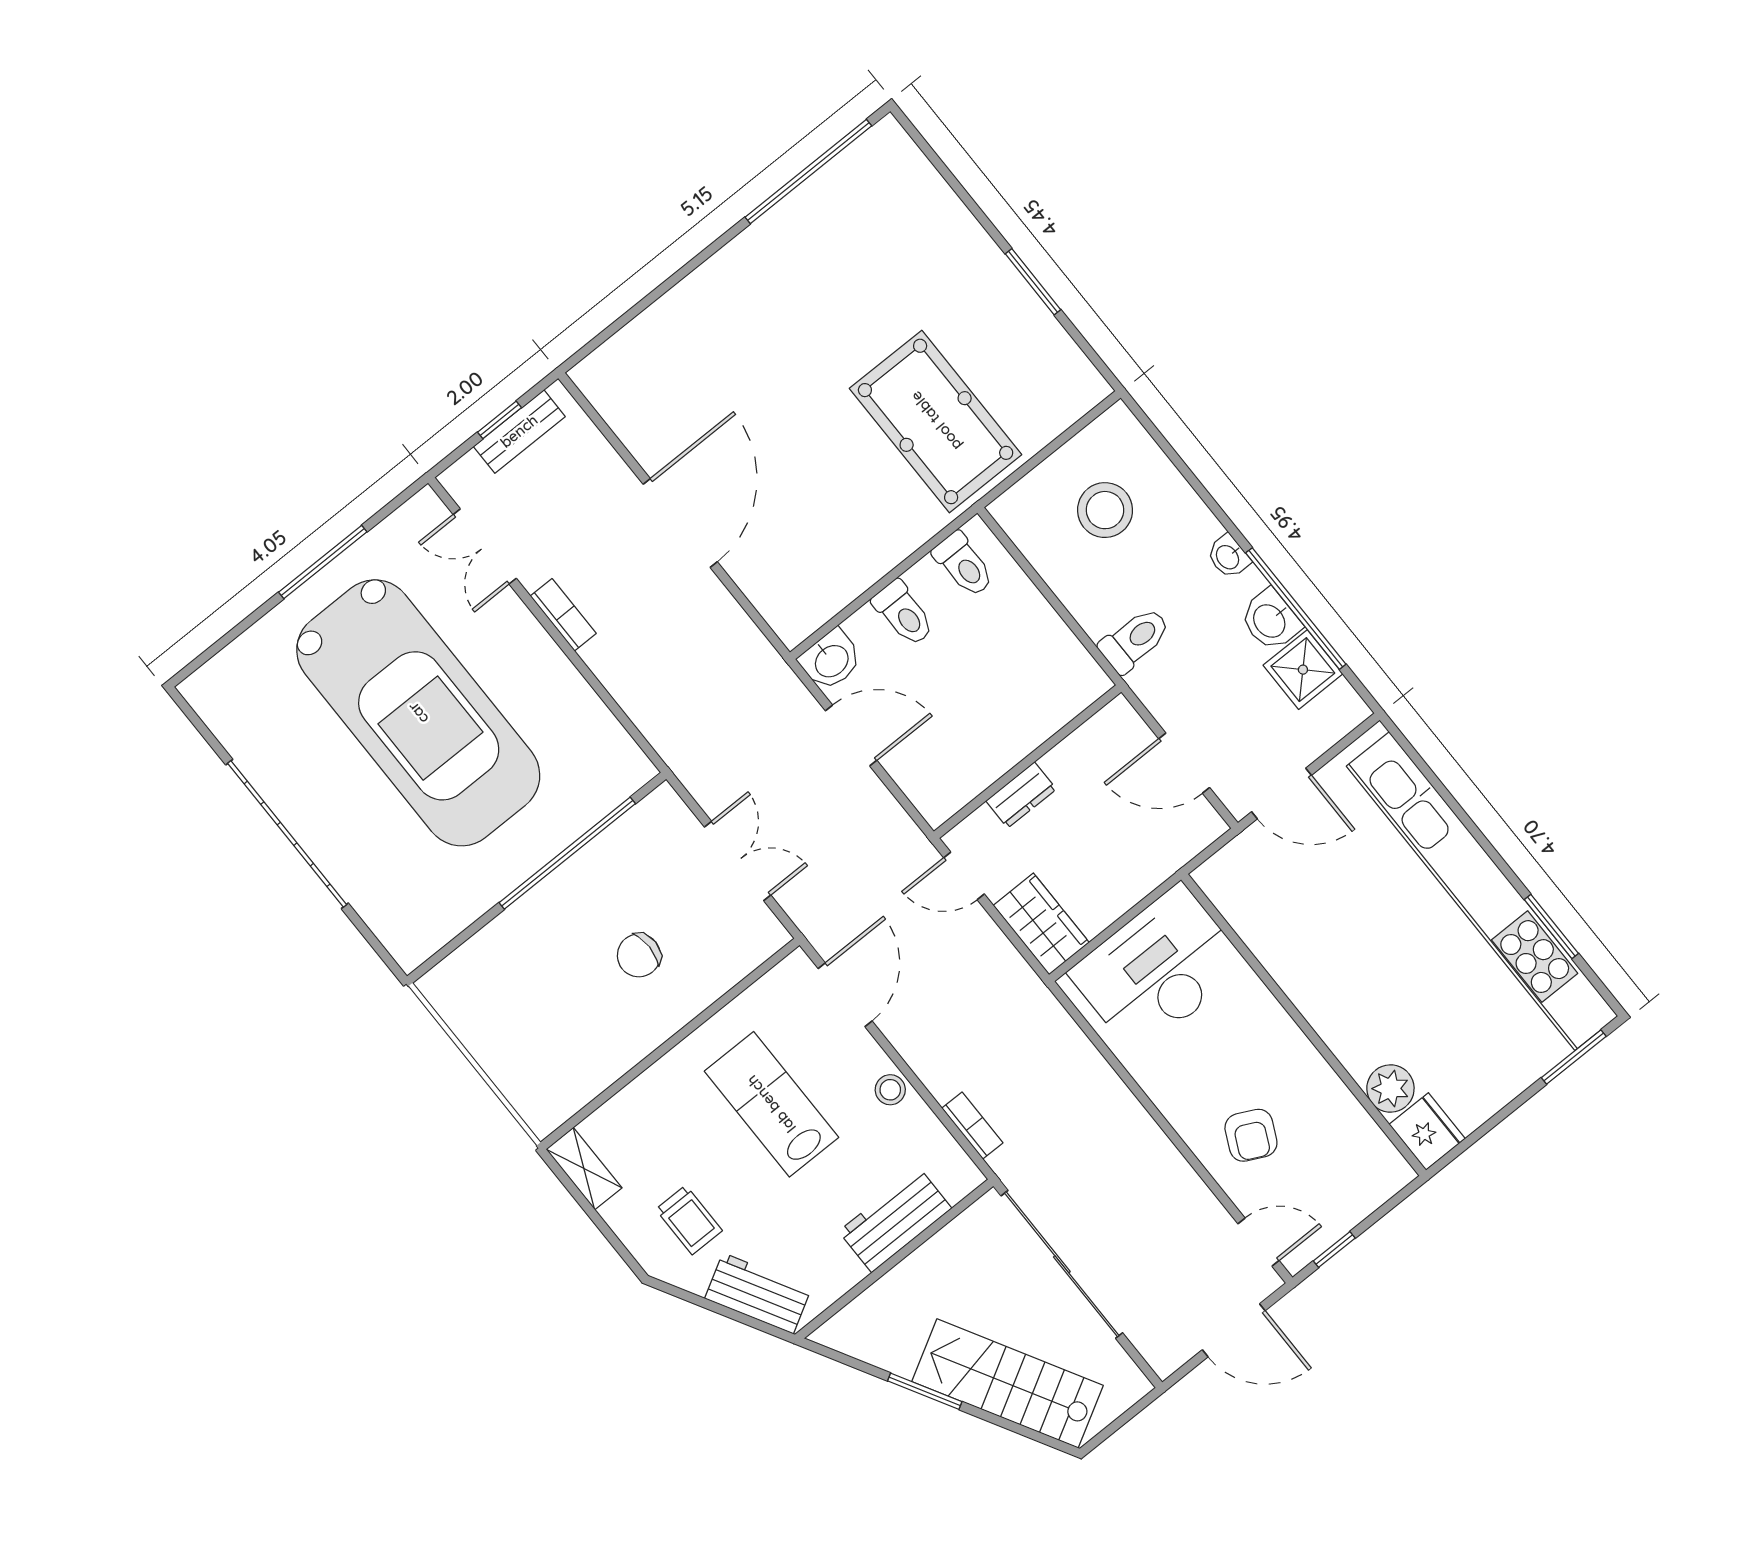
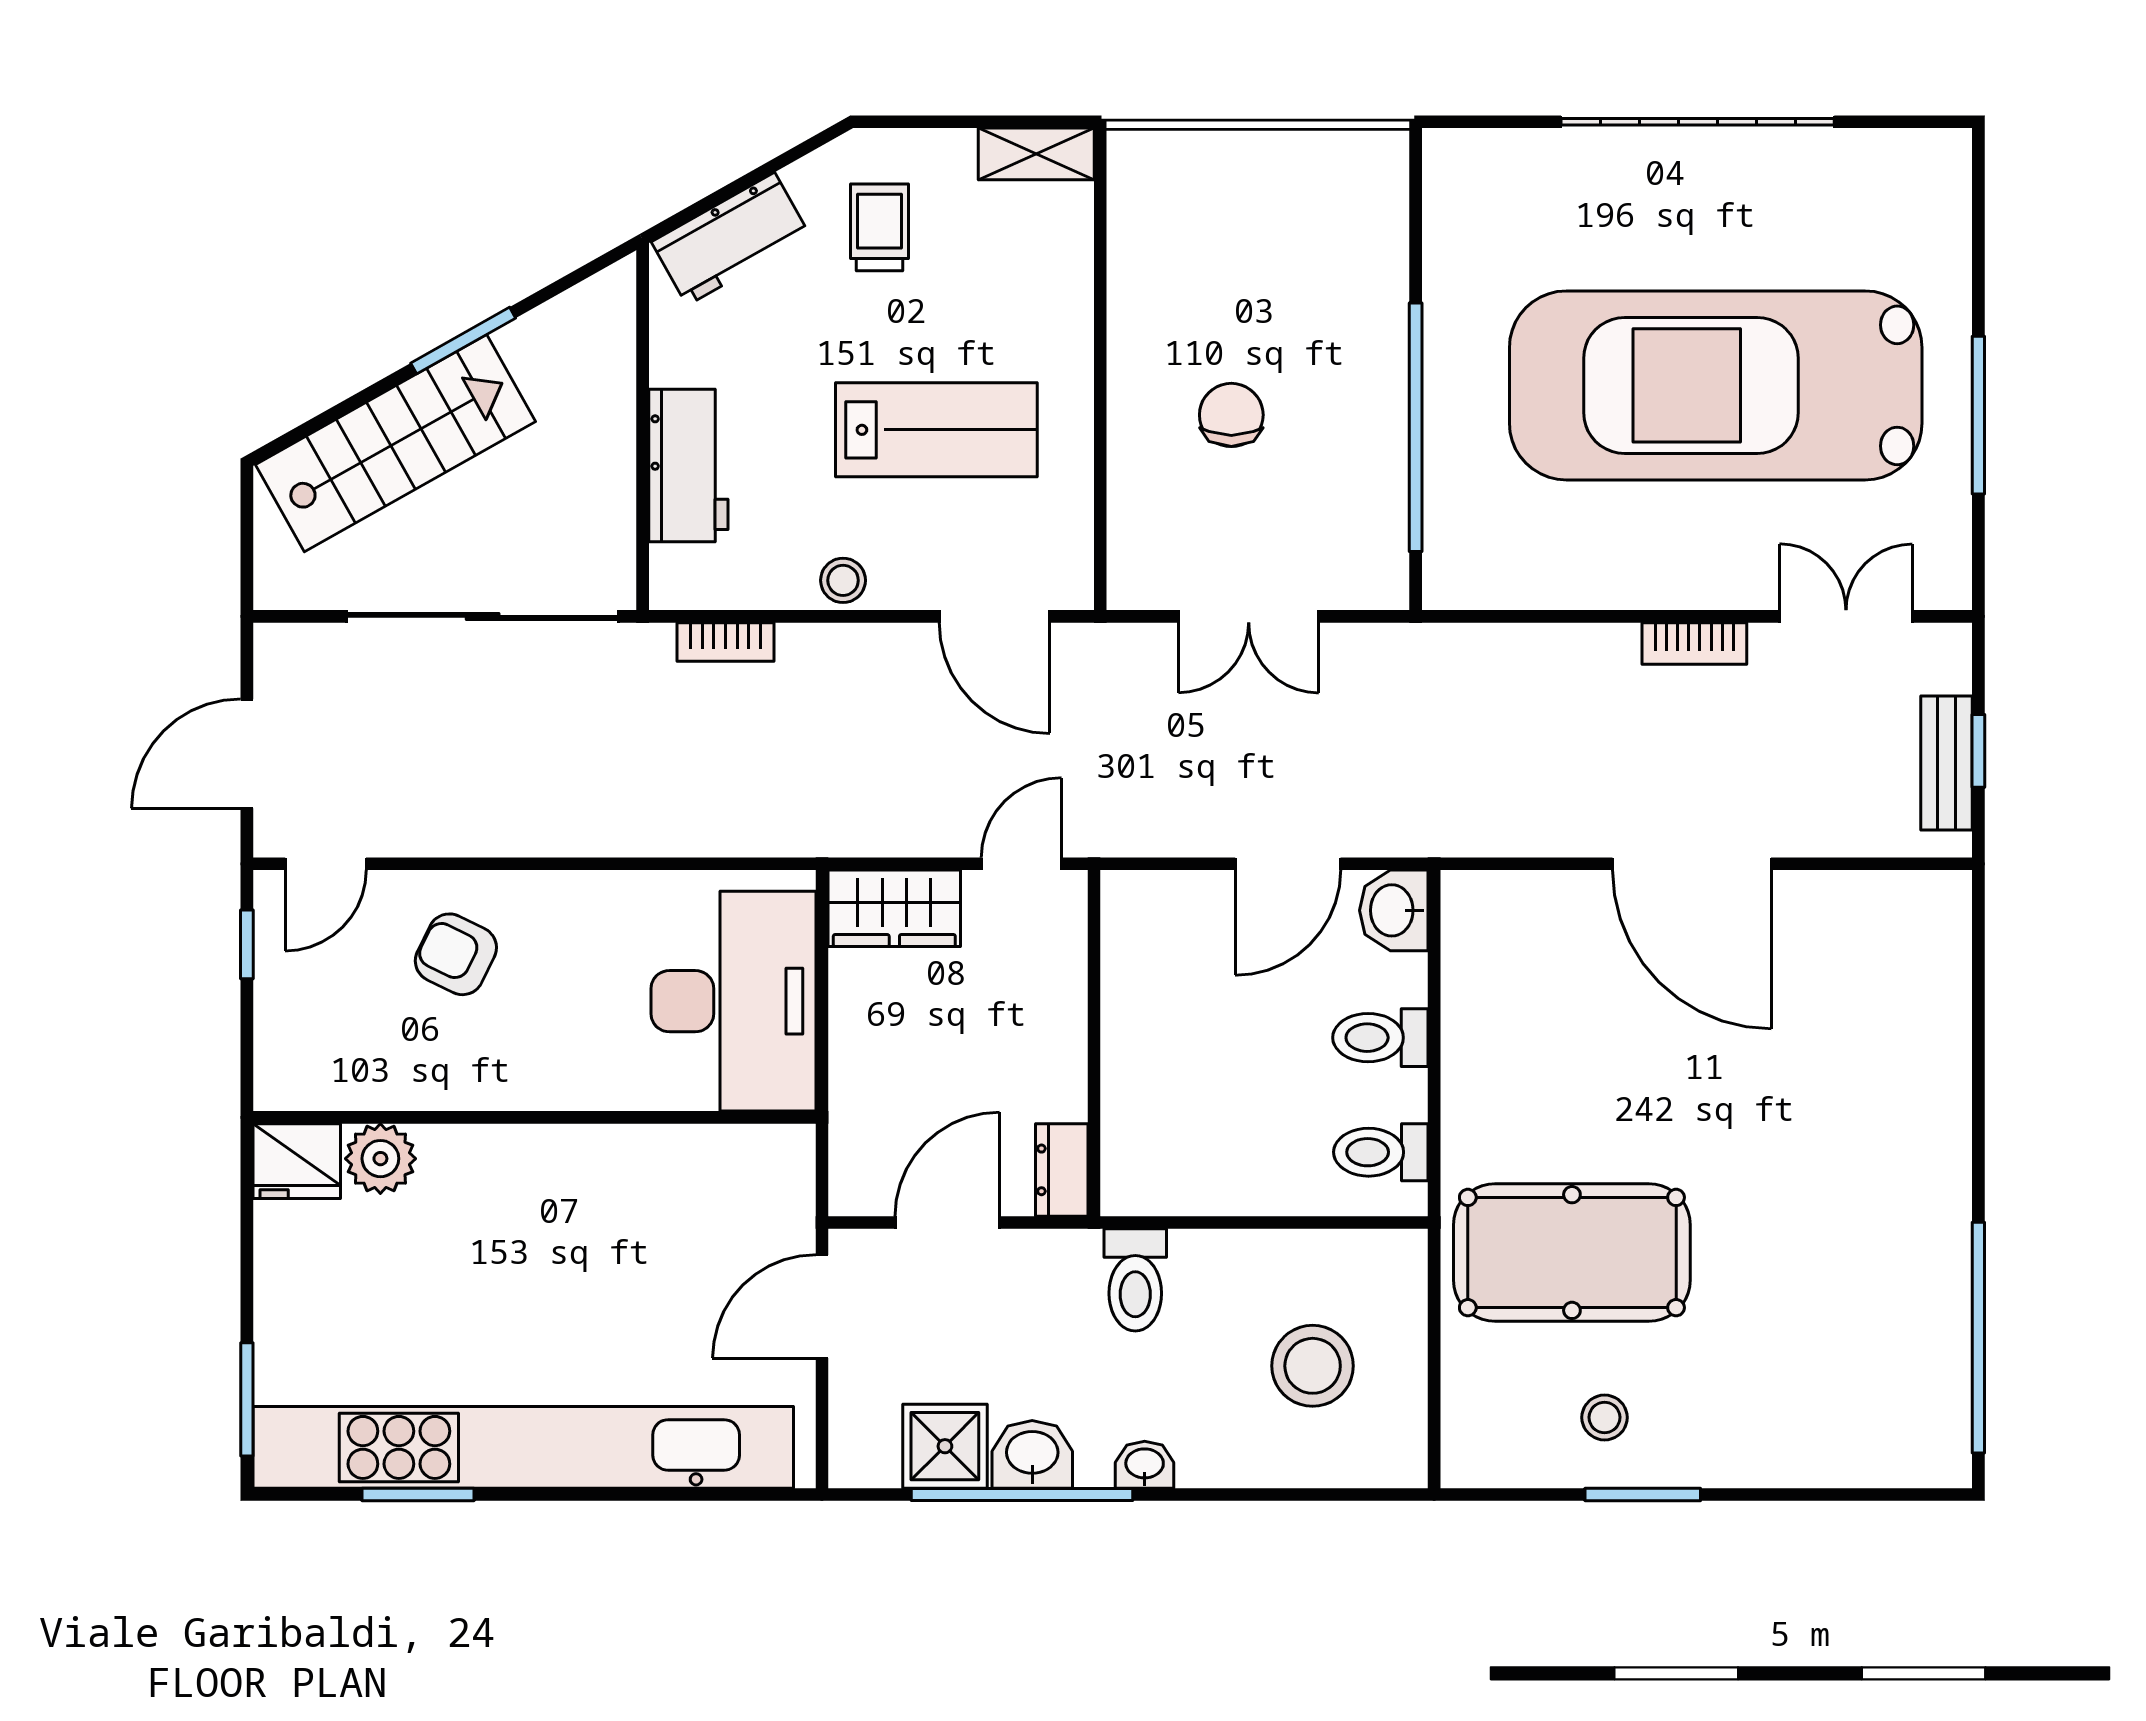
stool: (1009, 335) -> (1605, 1417), added
dresser: (1021, 795) -> (1062, 1170), moved
trolley: (689, 1220) -> (880, 227), turned 90

